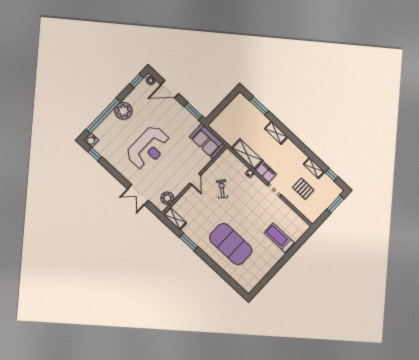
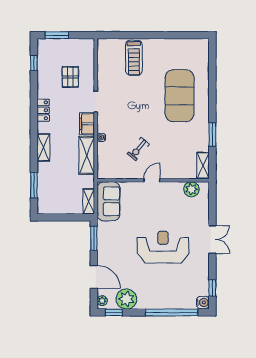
plant: (123, 111) -> (126, 299), moved
locker: (298, 154) -> (43, 110), added
shelving: (314, 168) -> (89, 201), moved
double door: (138, 195) -> (212, 239), moved

